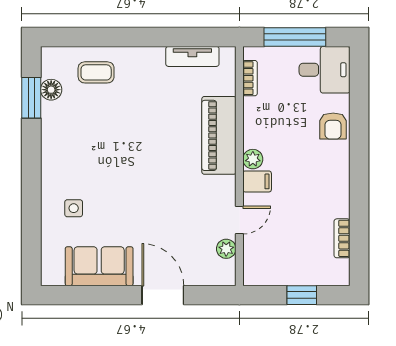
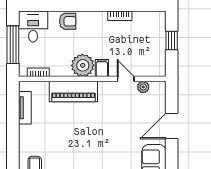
plant: (253, 159) -> (83, 65), width x1.87, depth x1.87
bookcase: (342, 238) -> (120, 16), moved

